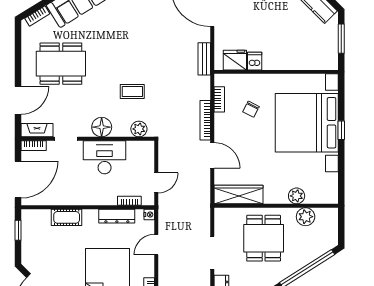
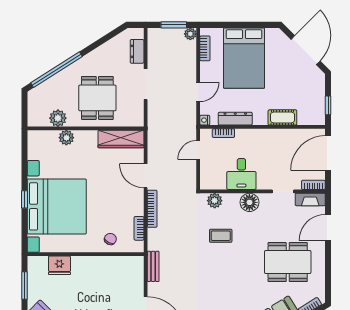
fridge: (235, 60) -> (59, 265), moved
dishwasher: (255, 61) -> (106, 264), removed
chair: (251, 109) -> (110, 239), moved
desk: (105, 157) -> (241, 174), width x0.73

